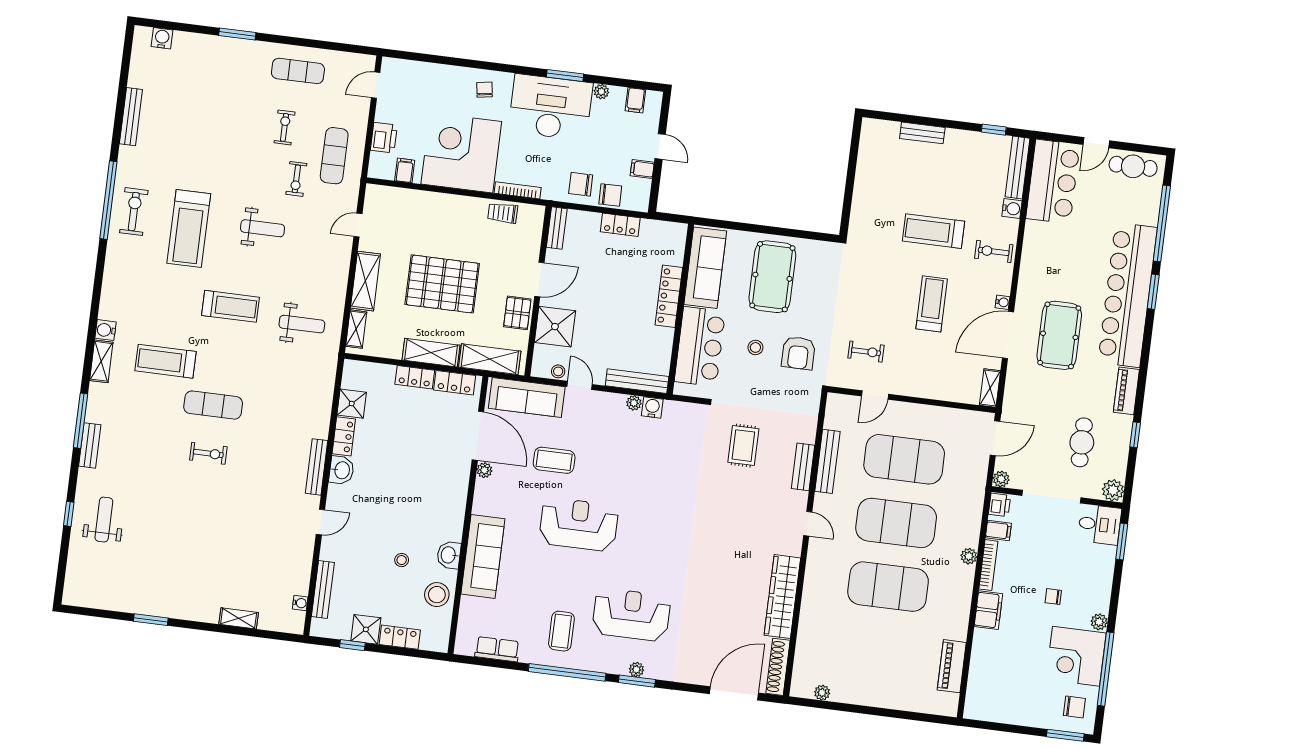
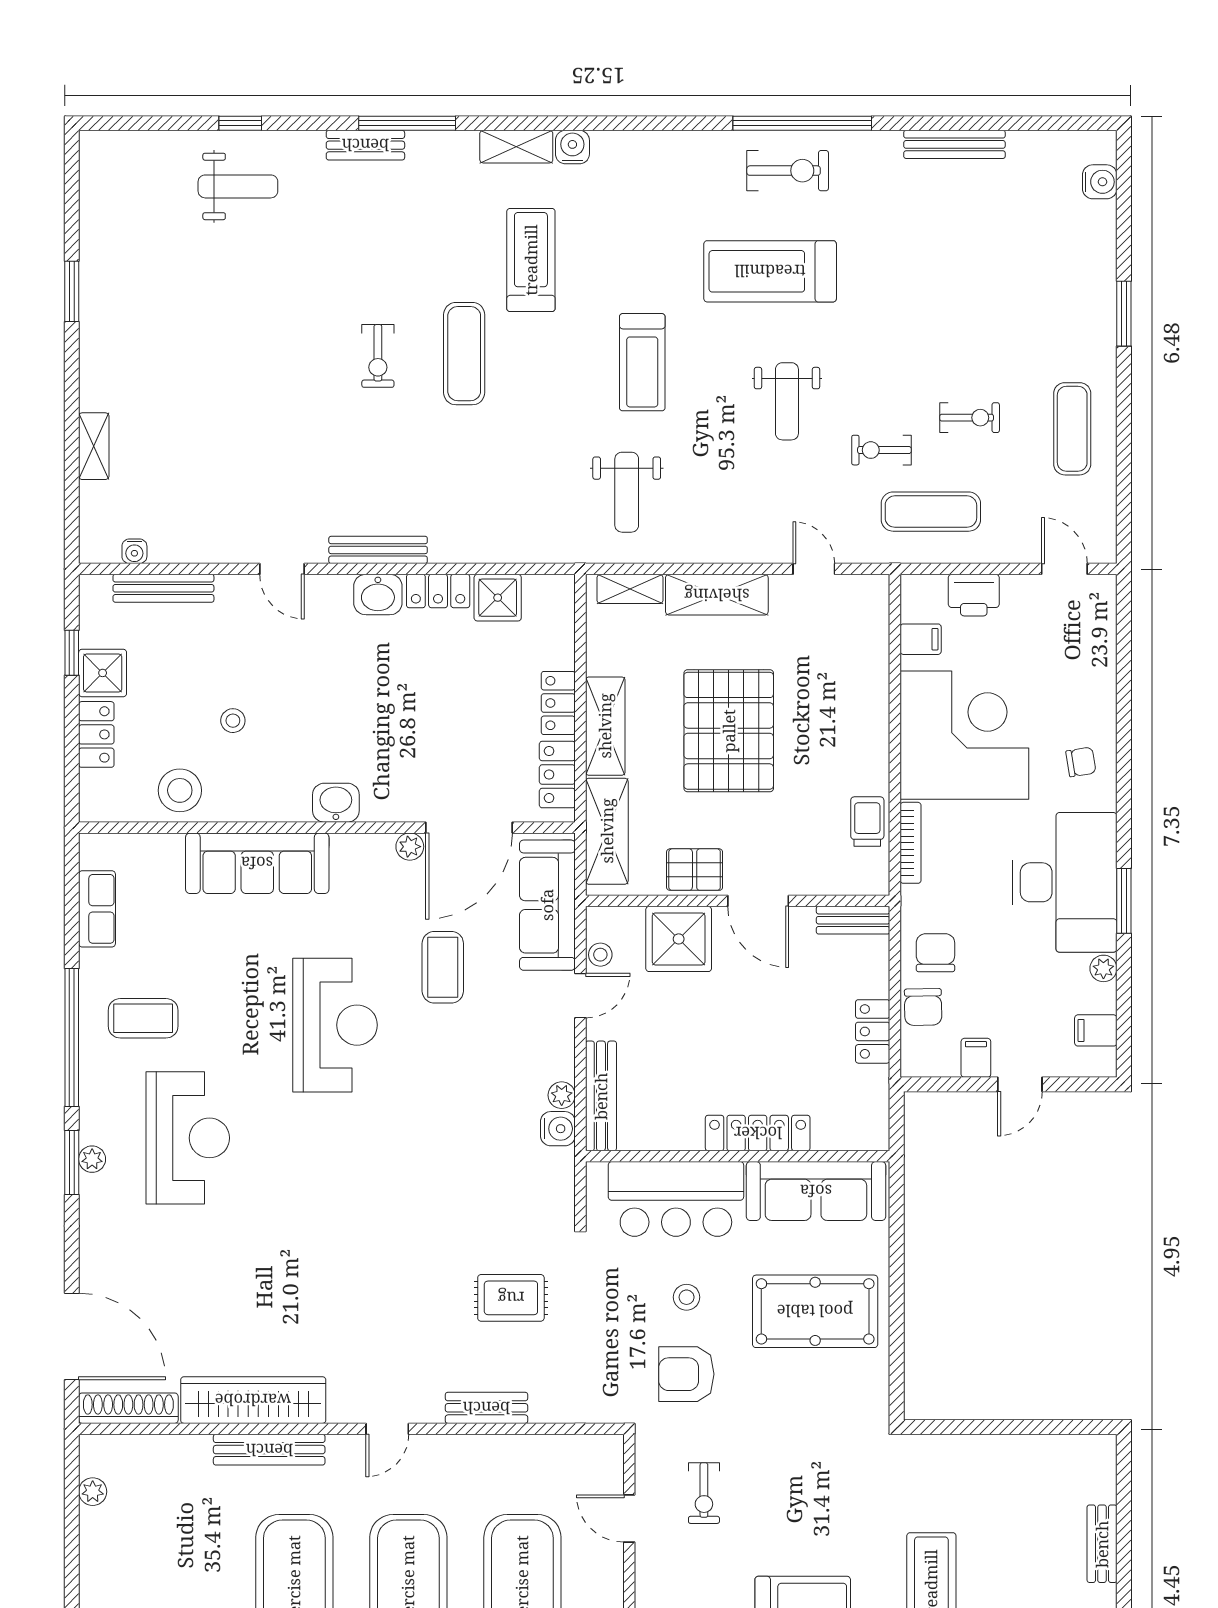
bench: (827, 461) -> (269, 1450), moved
washbasin: (449, 555) -> (336, 803), moved

